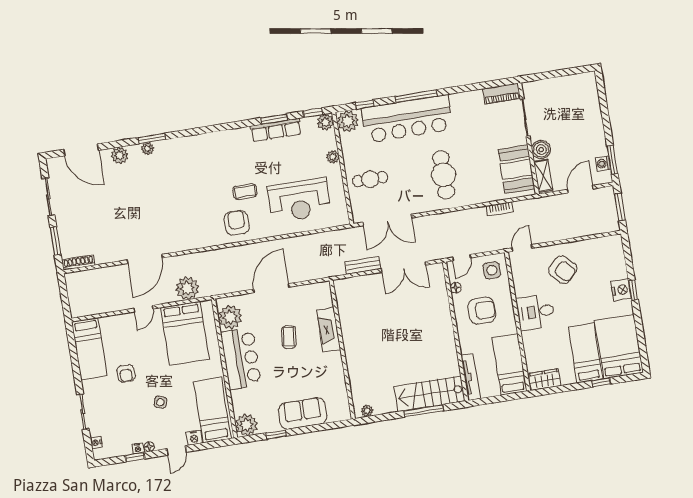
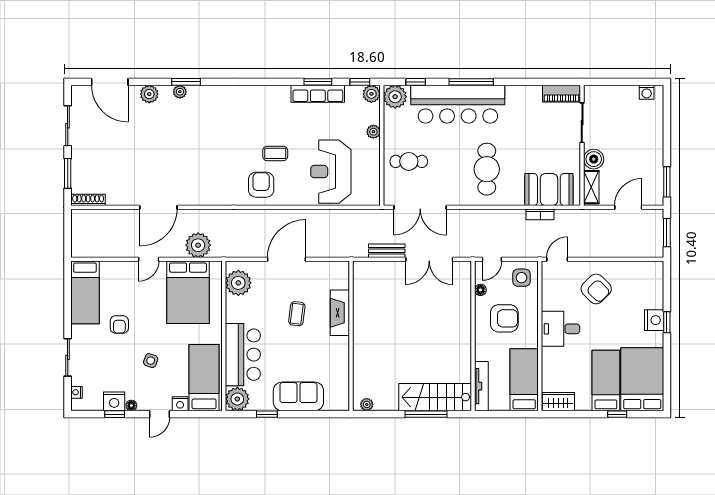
washing machine: (603, 164) -> (647, 92), moved, turned -90
booth: (516, 169) -> (549, 190), moved, turned 90
reception desk: (299, 200) -> (331, 172), turned 90
bar counter: (241, 359) -> (243, 355), moved
nightstand: (138, 449) -> (114, 401), width x1.89, depth x1.79

